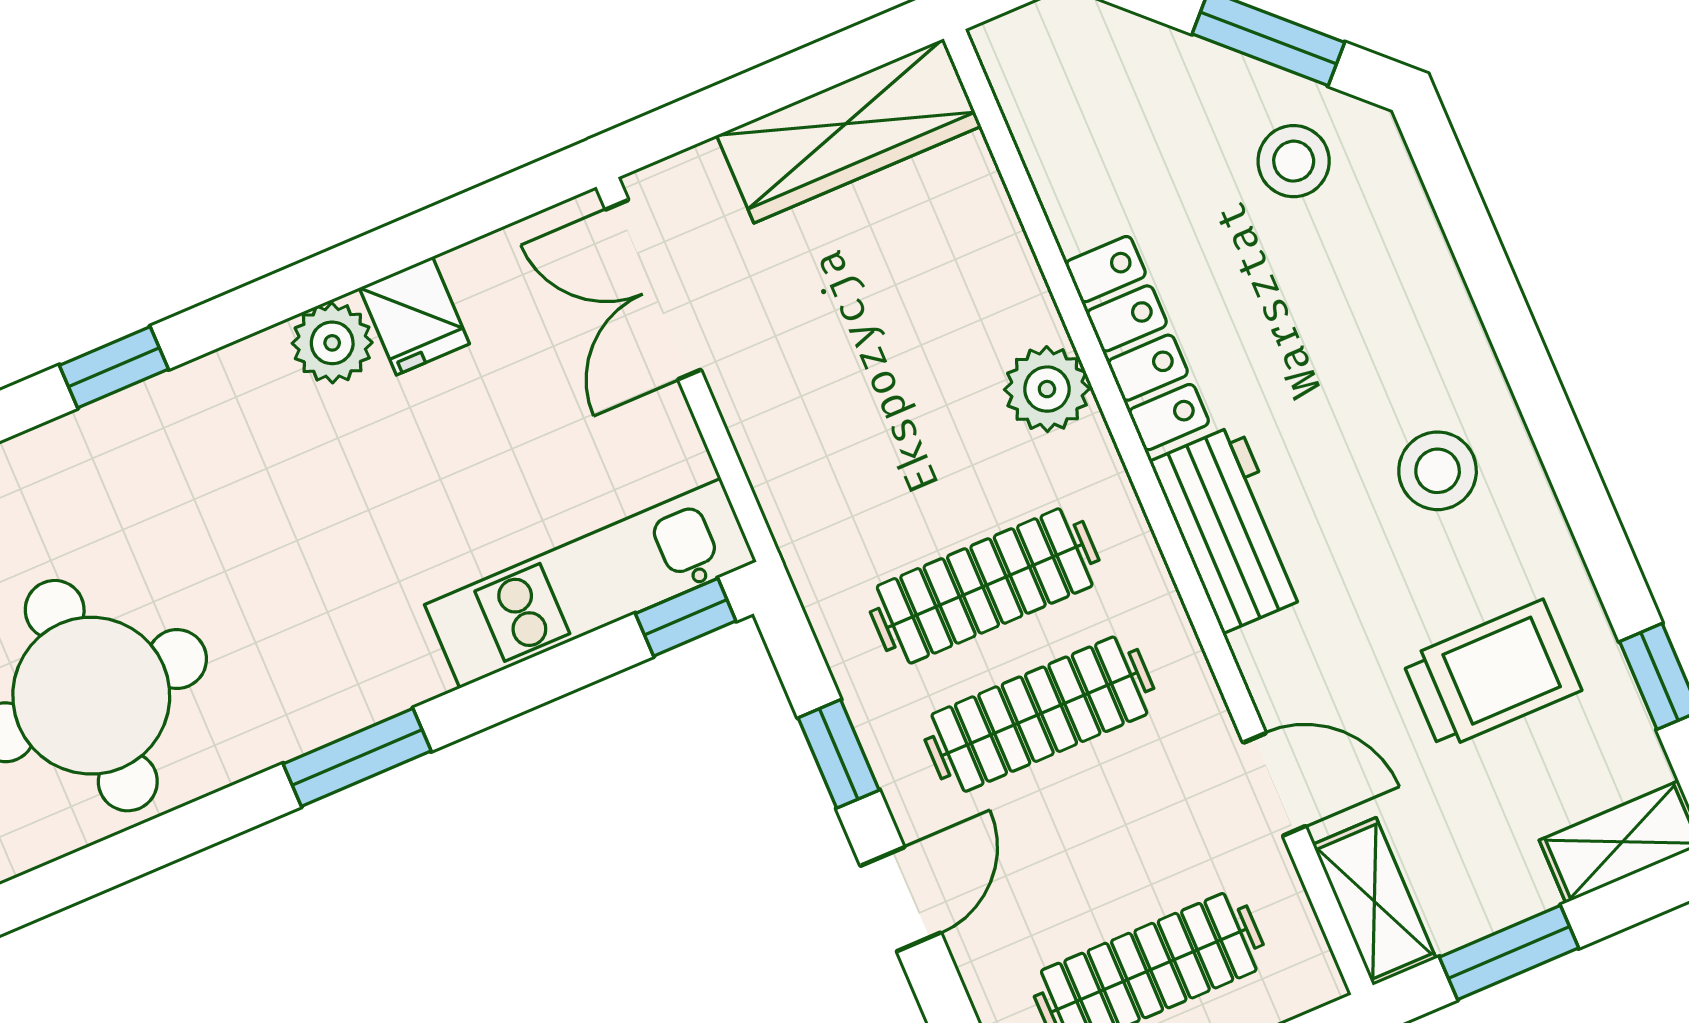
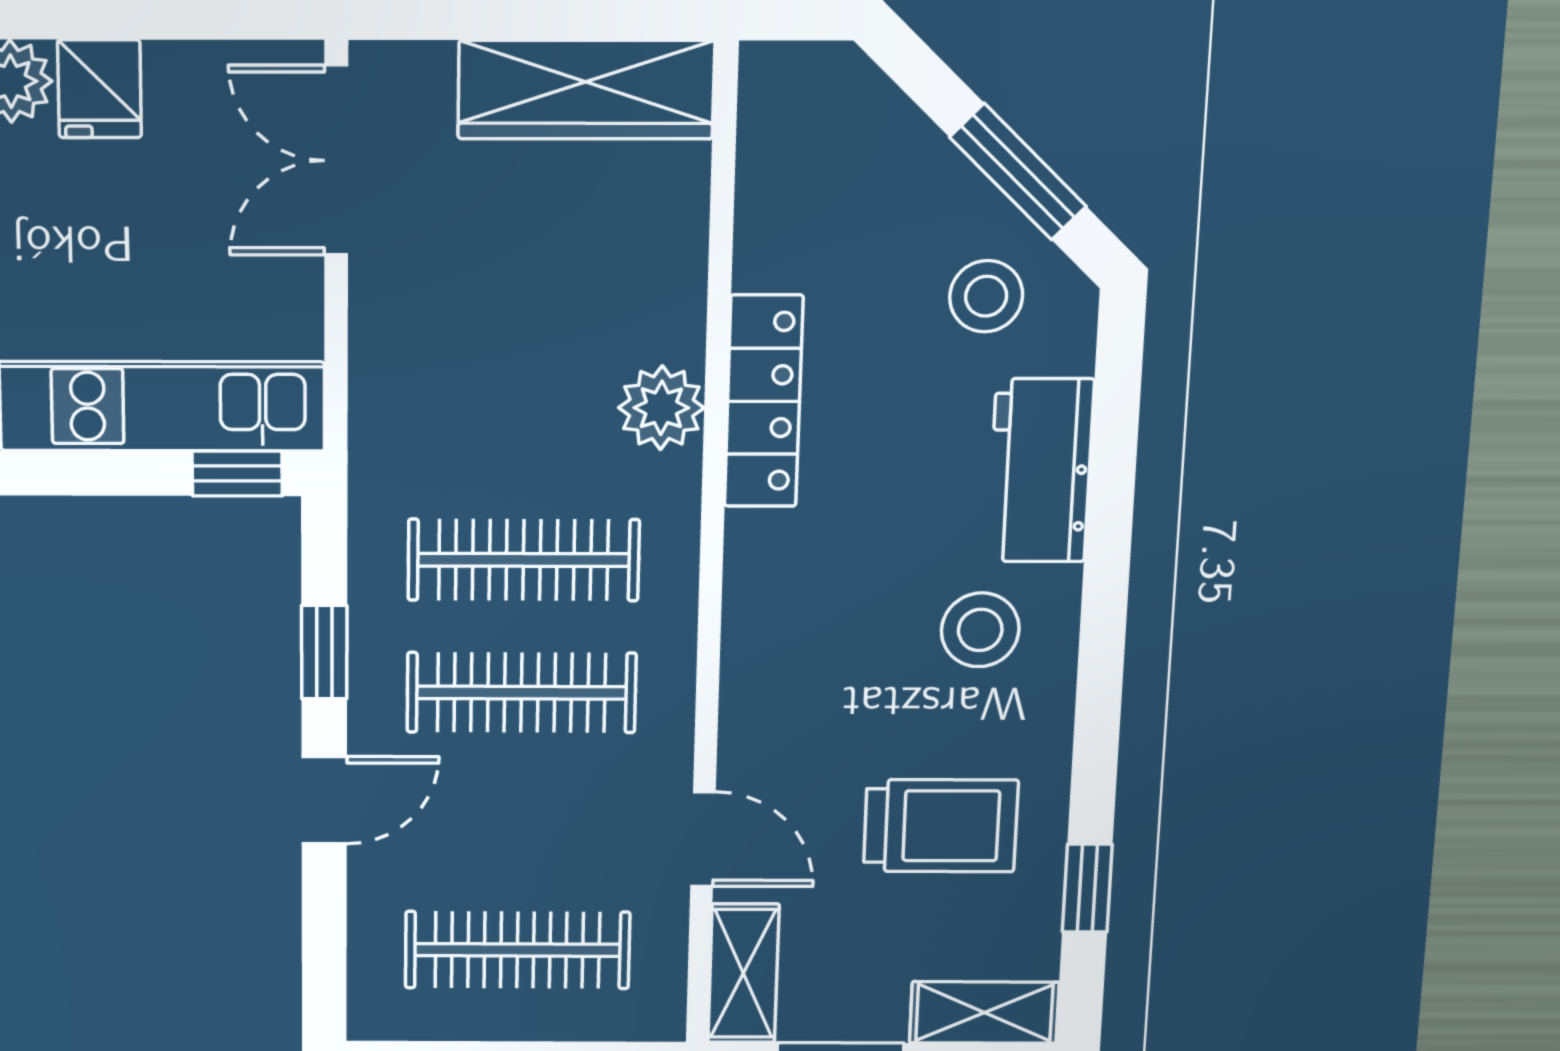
workbench: (1230, 529) -> (1041, 471), moved, turned 180

